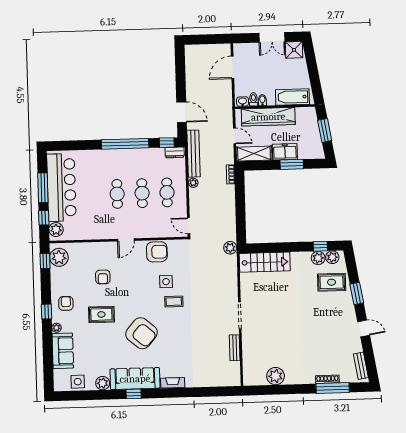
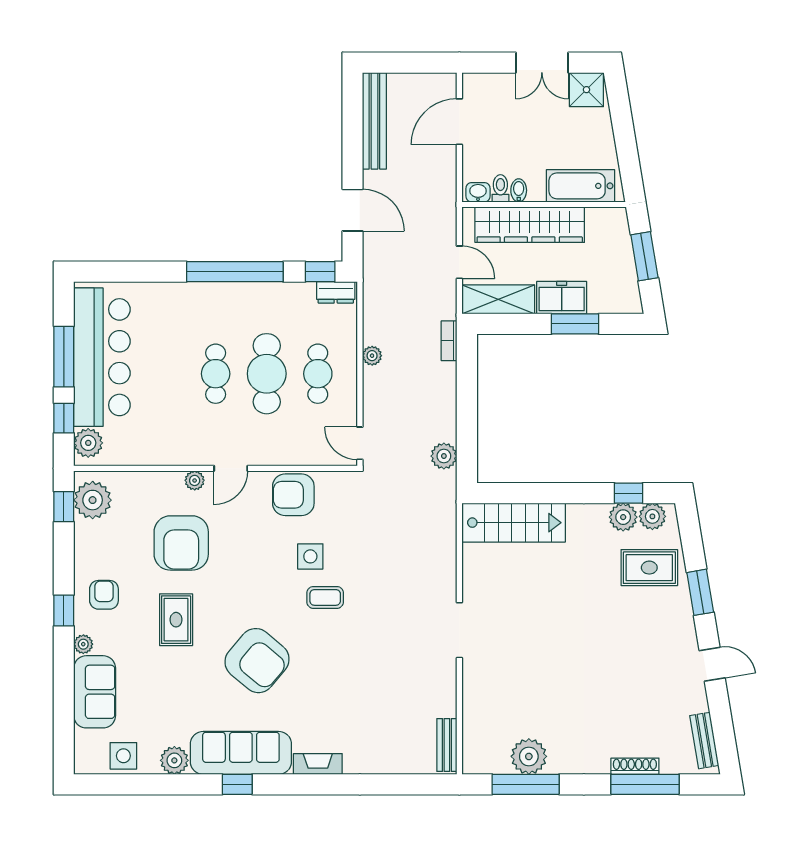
bench: (194, 154) -> (374, 121), moved
cafe table: (142, 193) -> (267, 374), width x1.37, depth x1.35
plant: (108, 246) -> (195, 480), added
plant: (230, 248) -> (444, 456), moved
armchair: (157, 252) -> (293, 495), turned 180
armchair: (103, 277) -> (181, 543), width x1.88, depth x1.88
rug: (101, 314) -> (176, 620), turned 90
bench: (235, 348) -> (447, 745), moved
window: (274, 390) -> (526, 784), added

